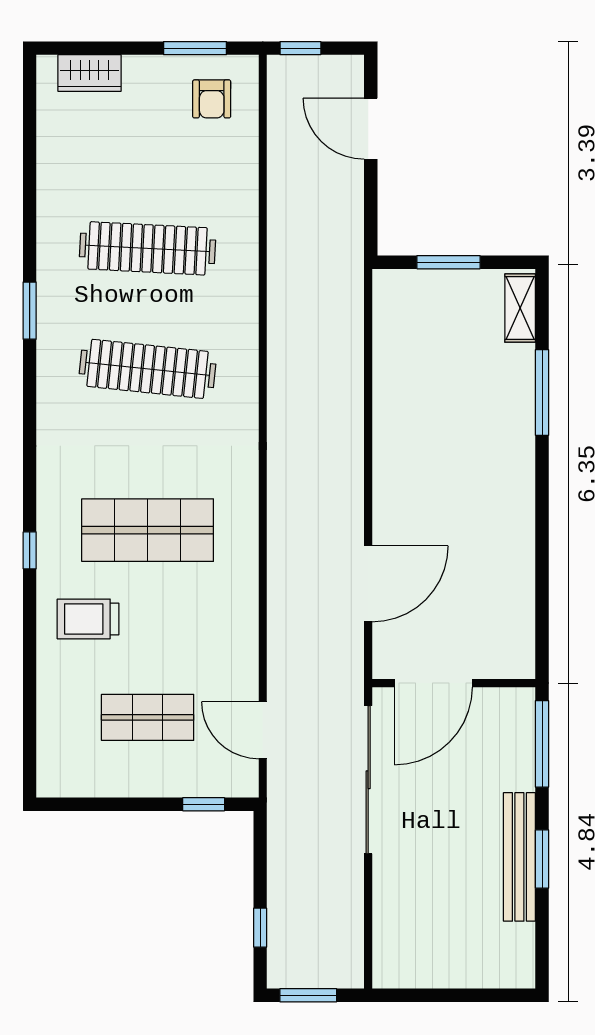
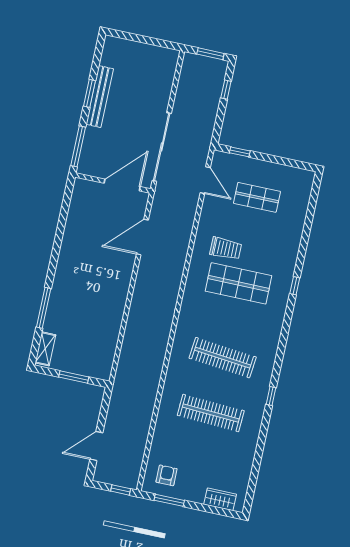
door: (371, 129) -> (96, 446), swing flipped
window: (30, 311) -> (271, 396), width x0.67
trolley: (88, 619) -> (226, 248), moved

